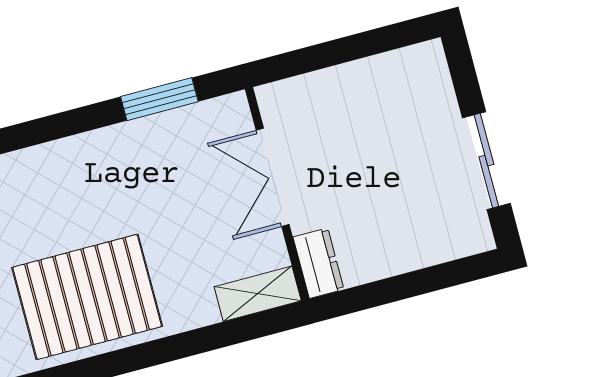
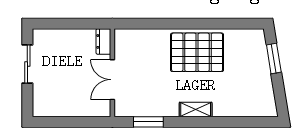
double door: (273, 177) -> (112, 80), swing flipped
shelving: (258, 294) -> (196, 110), moved

